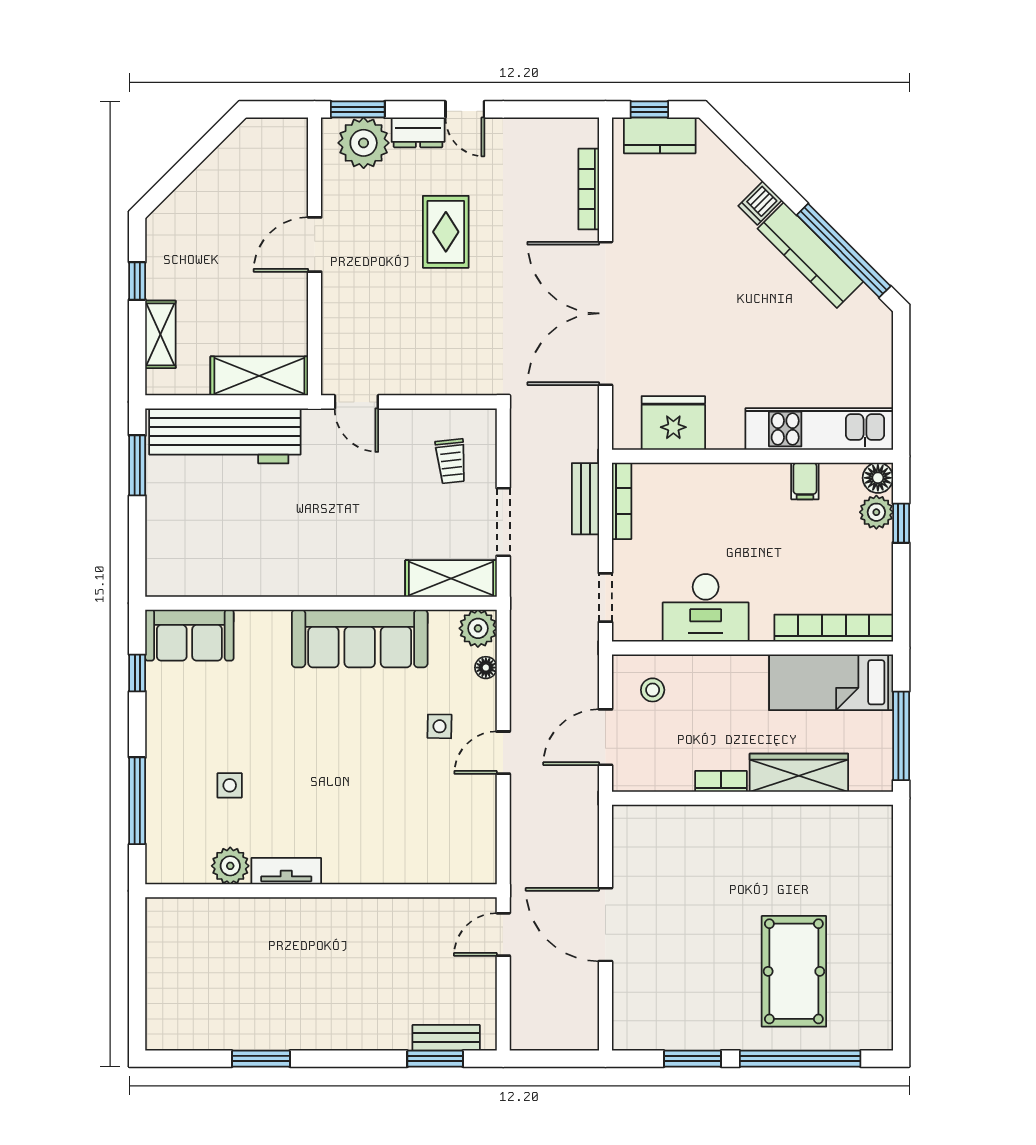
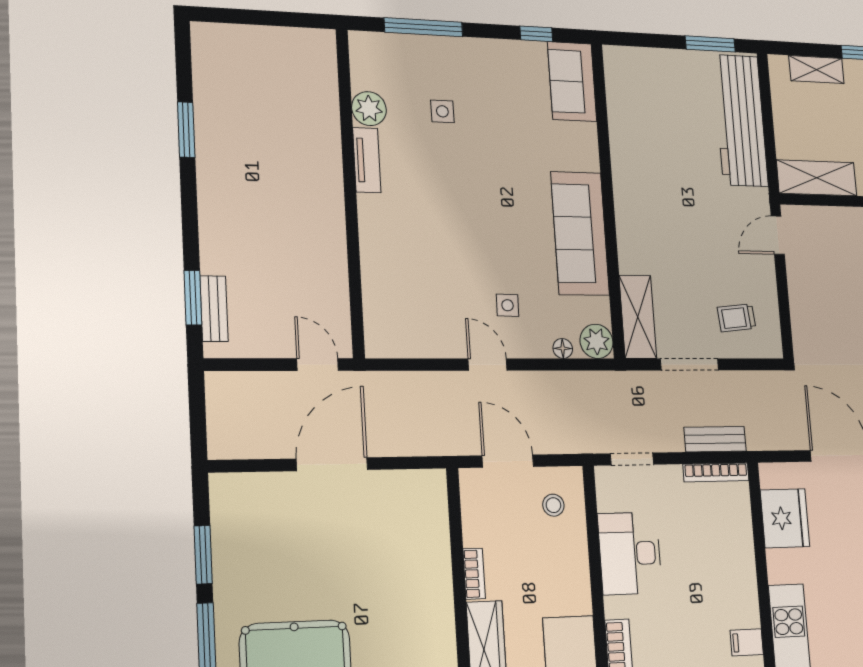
shelving: (259, 376) -> (817, 178), moved, turned 90

